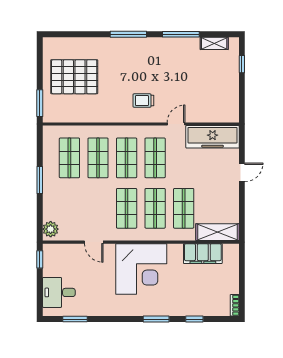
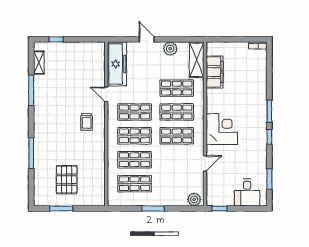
window: (128, 34) -> (31, 153), moved
pallet: (74, 77) -> (67, 180), width x0.73, depth x0.71
window: (40, 103) -> (61, 208), moved
plant: (231, 200) -> (170, 49), added
corner desk: (141, 269) -> (222, 129), width x0.74, depth x0.74
window: (194, 319) -> (269, 137), moved

